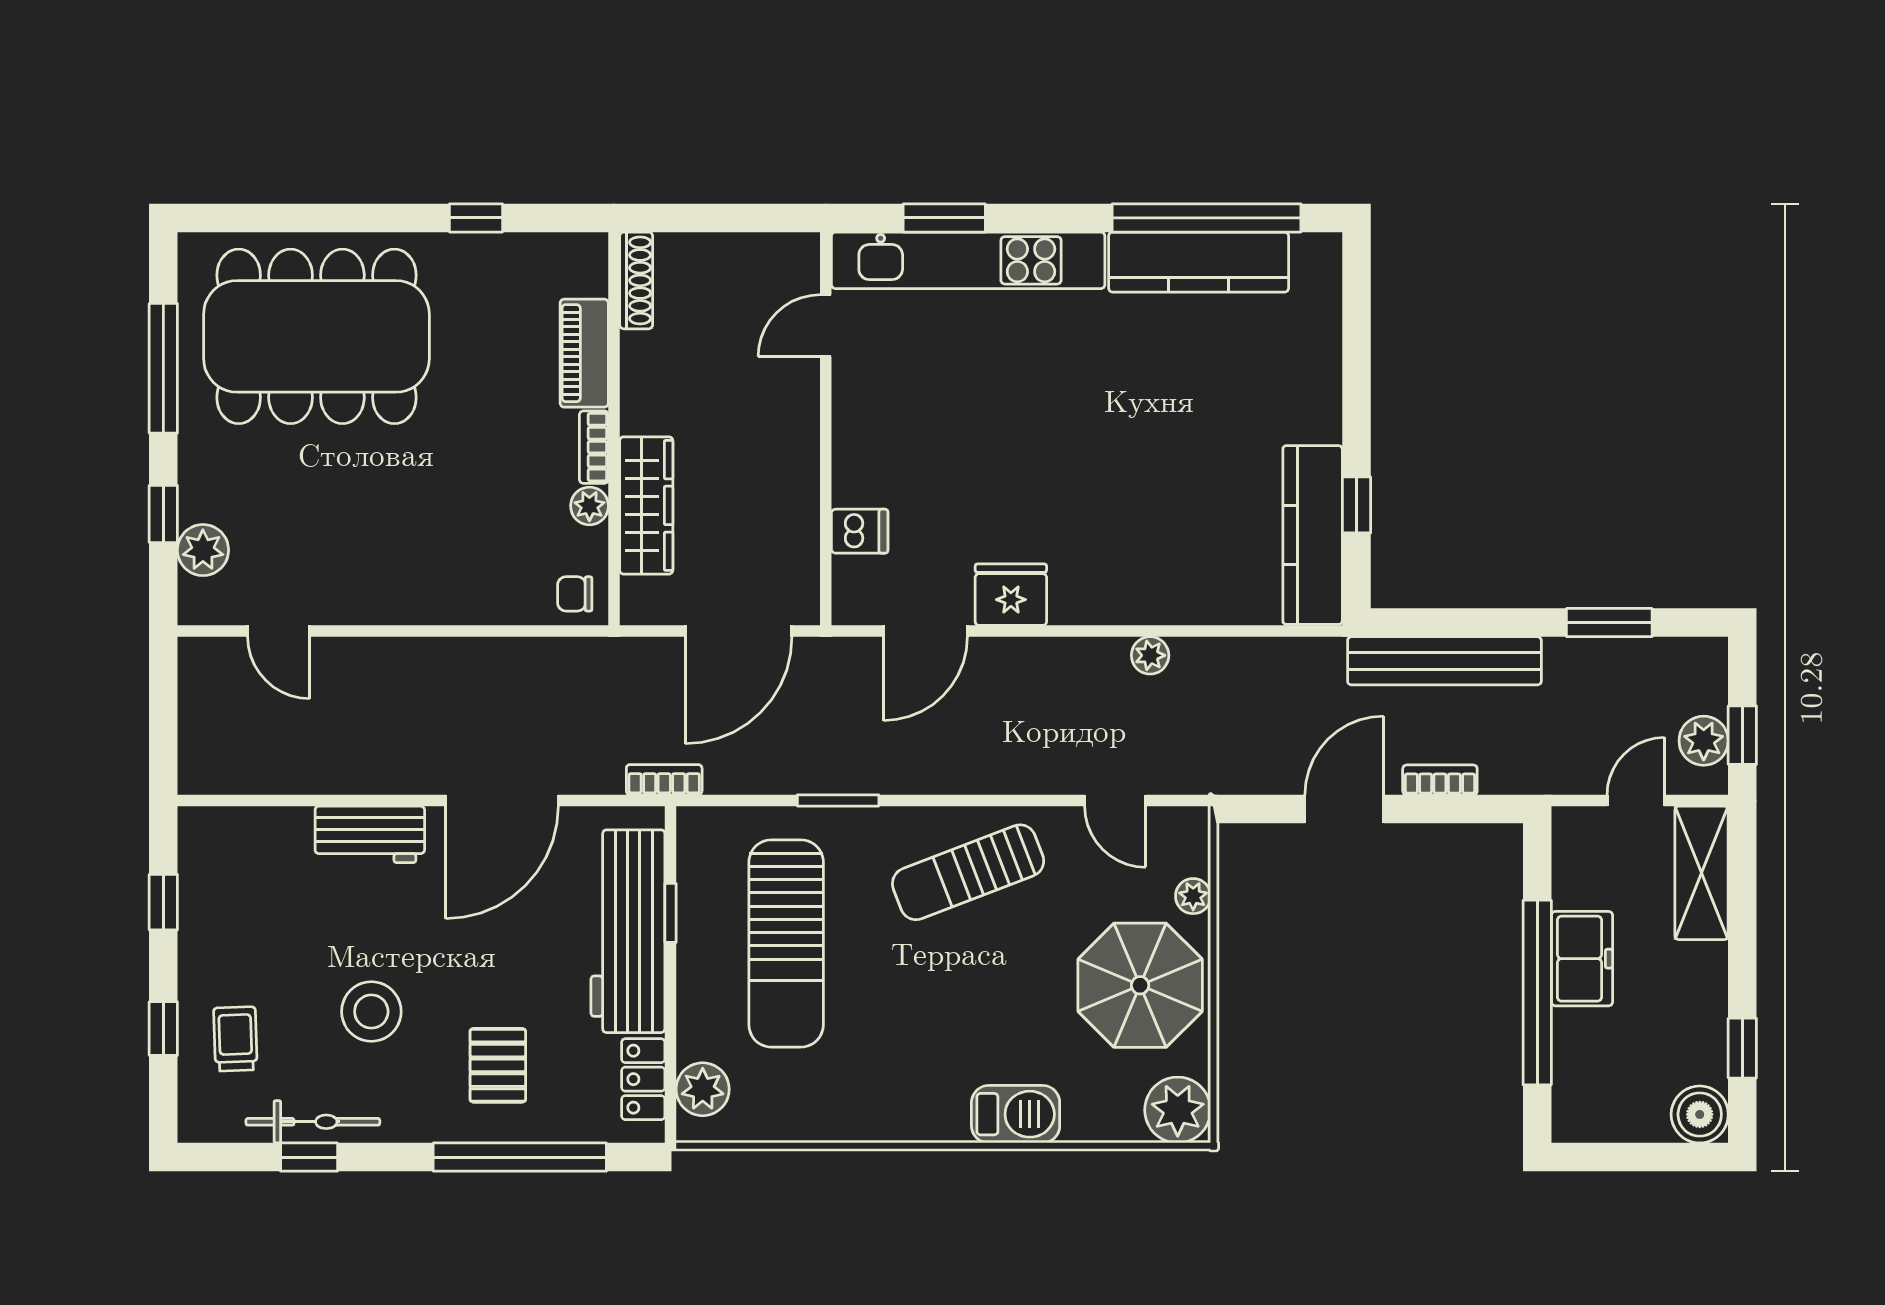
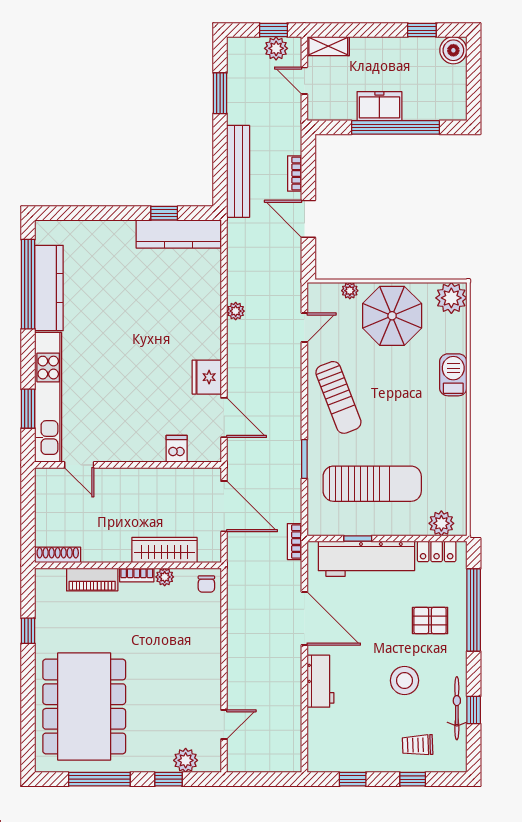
shelving: (1702, 873) -> (328, 46), width x0.67, depth x0.75

